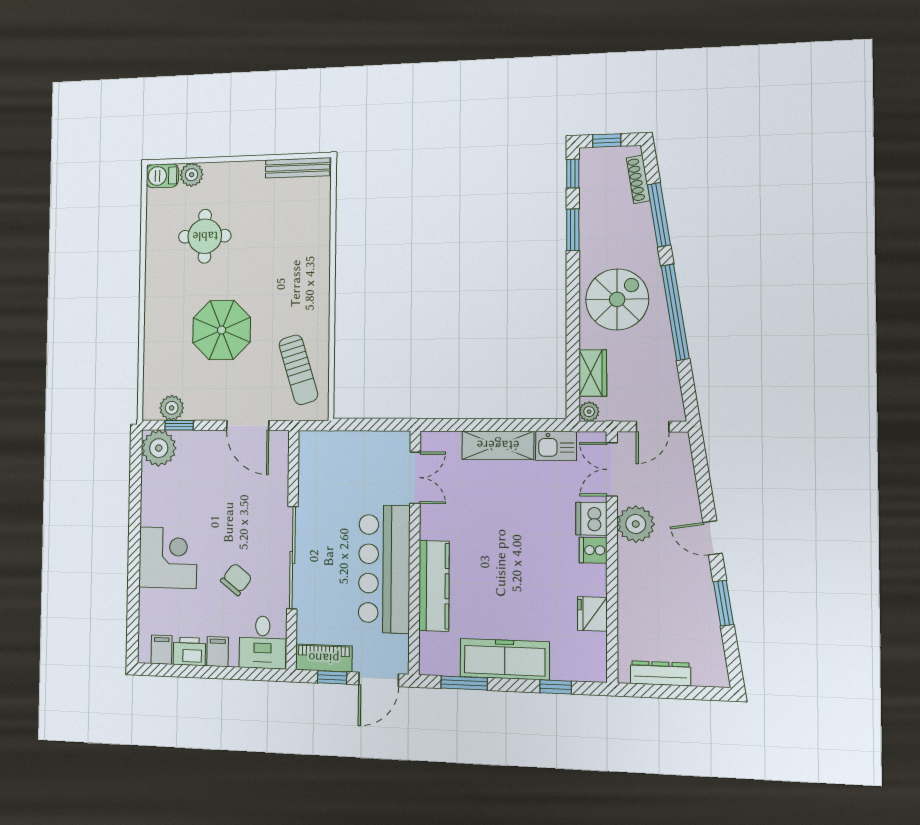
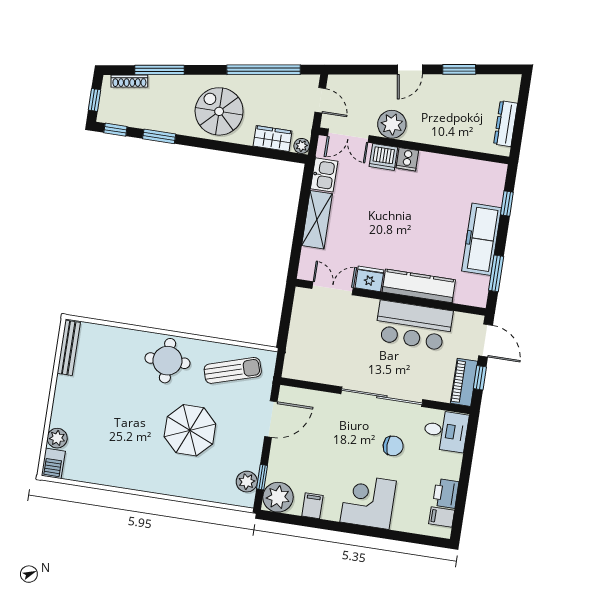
round table: (205, 236) -> (167, 361), moved
window: (675, 312) -> (264, 70), moved
bar counter: (384, 569) -> (414, 325), width x0.73
chair: (236, 579) -> (393, 446), turned 142
fridge: (592, 614) -> (369, 279), moved, turned 180
filing cabinet: (218, 652) -> (312, 506), moved, turned 90

